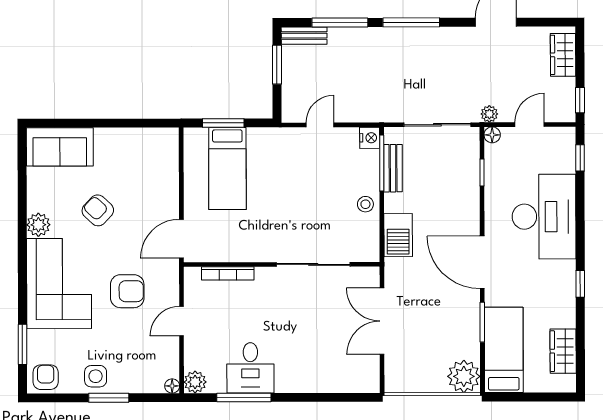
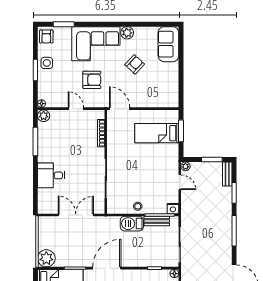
window: (340, 22) -> (234, 193), width x0.69
plant: (489, 114) -> (185, 166), moved
barbecue: (398, 235) -> (132, 224), moved
armchair: (127, 291) -> (92, 80), turned -90
desk: (250, 368) -> (51, 175), moved
armchair: (46, 377) -> (46, 36), turned 90

